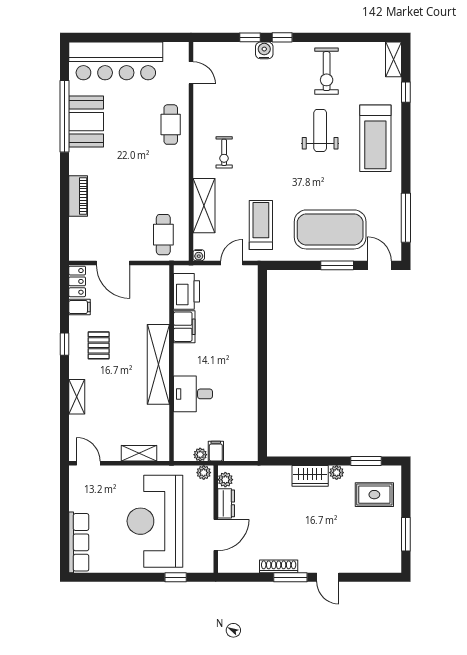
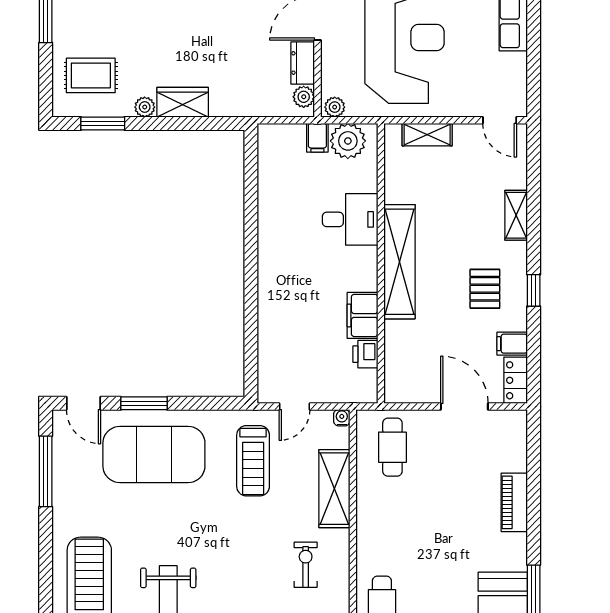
printer: (186, 291) -> (365, 354), width x0.53, depth x0.68
plant: (200, 455) -> (348, 141), width x1.88, depth x1.88

